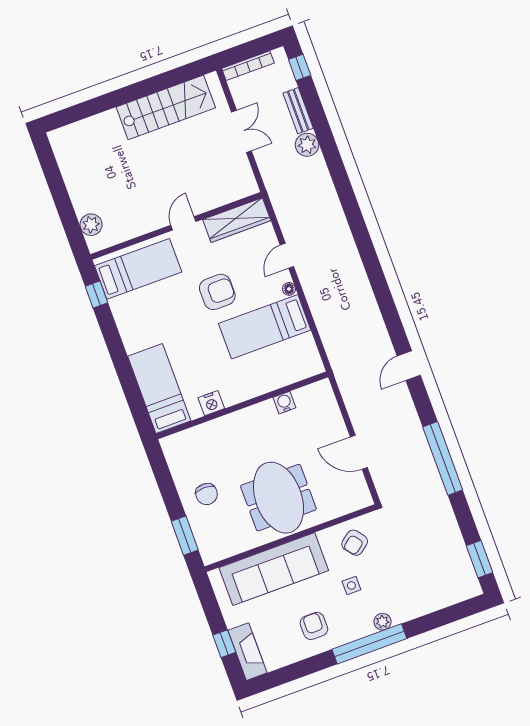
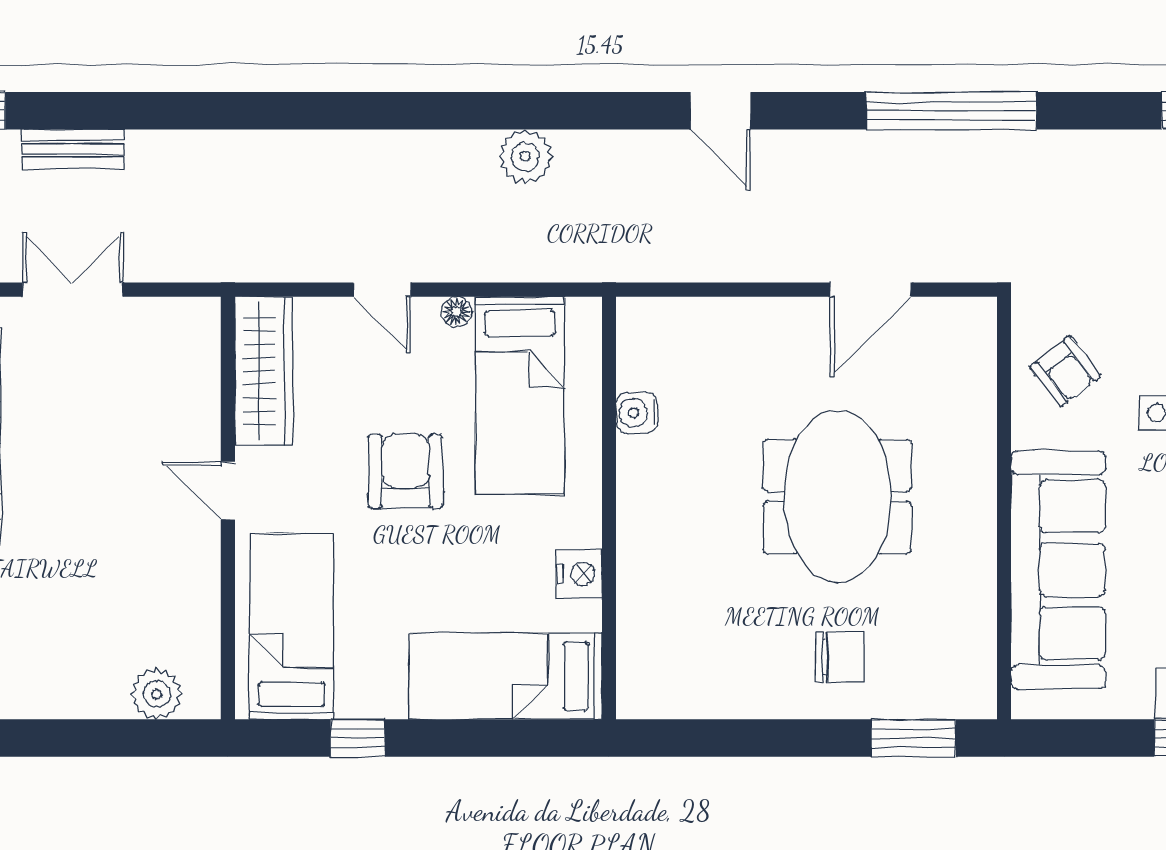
plant: (307, 145) -> (525, 157), moved
window: (97, 294) -> (358, 738), moved
bed: (159, 389) -> (506, 676), moved
nightstand: (211, 403) -> (579, 574), moved
water cooler: (284, 403) -> (637, 413), moved
wall: (242, 405) -> (609, 508), moved
meeting table: (278, 498) -> (837, 496), moved, turned 90

